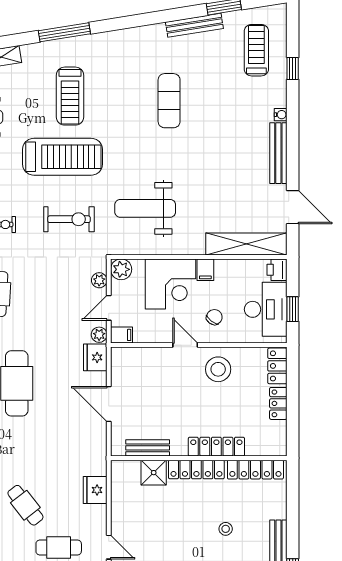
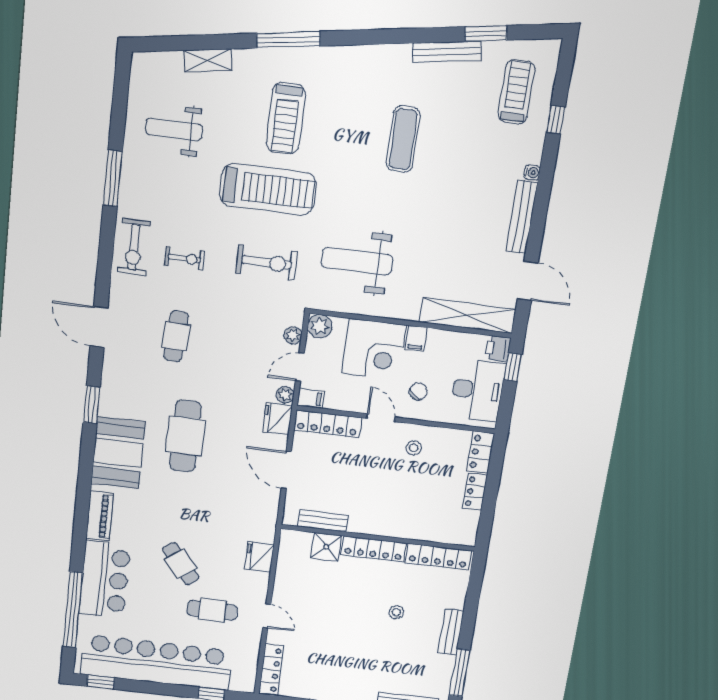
window: (293, 309) -> (513, 367), moved
stool: (218, 369) -> (414, 448), width x0.53, depth x0.53
locker: (216, 447) -> (328, 424), moved, turned 180

